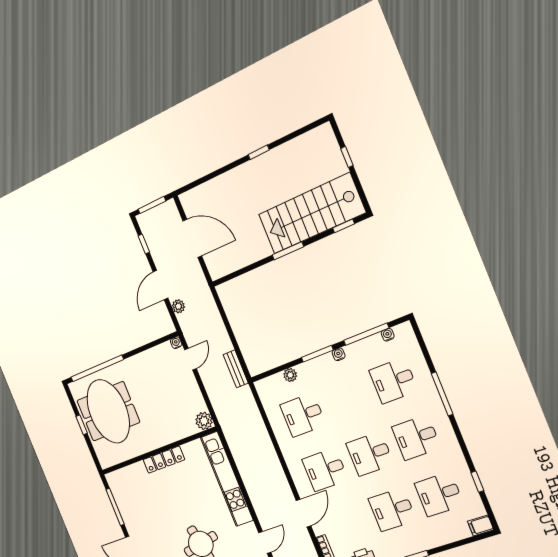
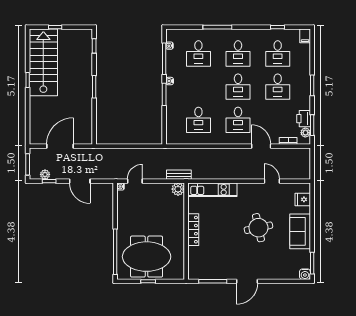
stairs: (312, 214) -> (43, 62), moved, turned 180
plant: (178, 306) -> (45, 174), moved
door: (190, 359) -> (135, 181), hinge flipped
bench: (236, 369) -> (179, 175), moved
plant: (290, 375) -> (170, 118), removed
kitchen unit: (227, 479) -> (212, 190), width x0.73

